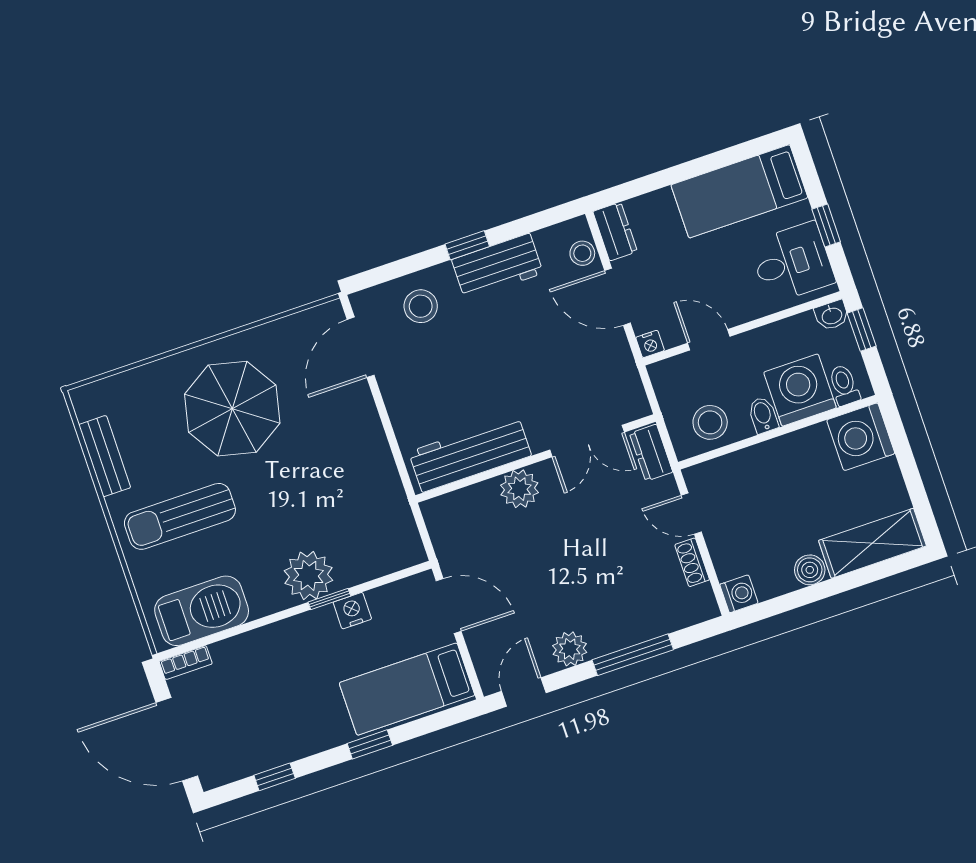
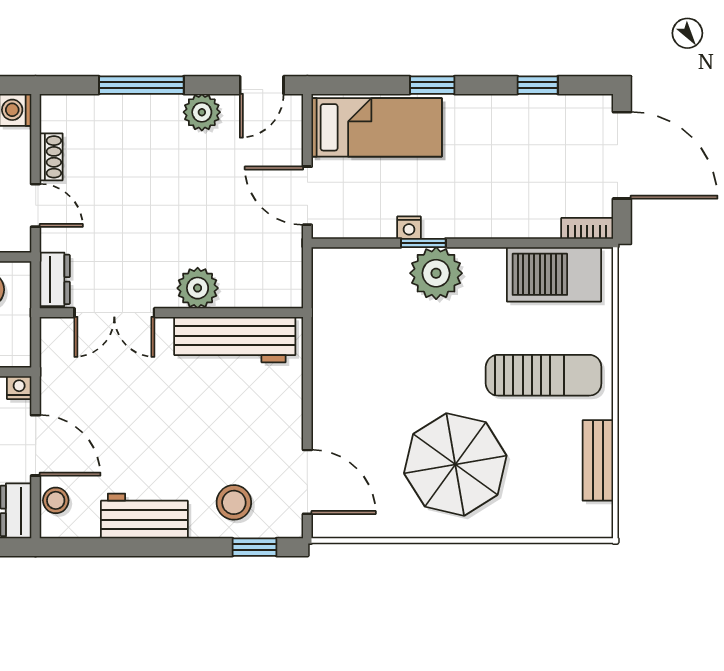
window: (467, 245) -> (255, 547), moved
door: (361, 347) -> (307, 482), hinge flipped
double door: (587, 441) -> (114, 313), swing flipped
nightstand: (352, 611) -> (409, 228), width x0.72, depth x0.74

